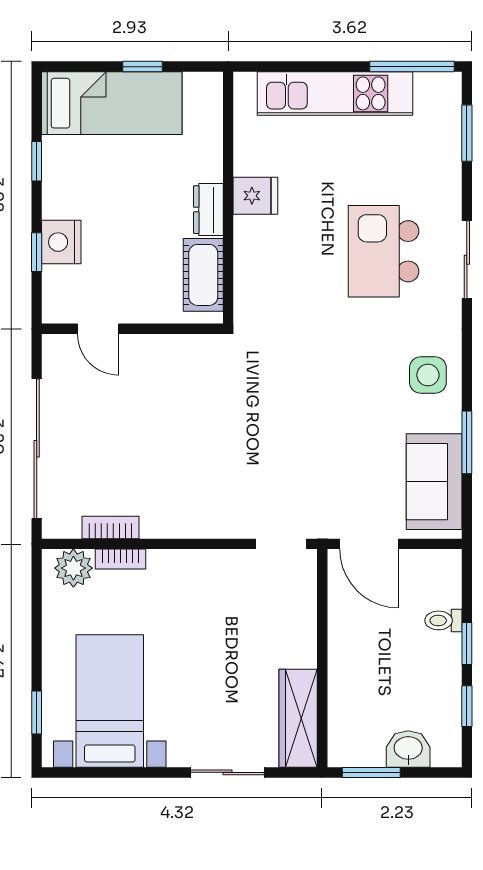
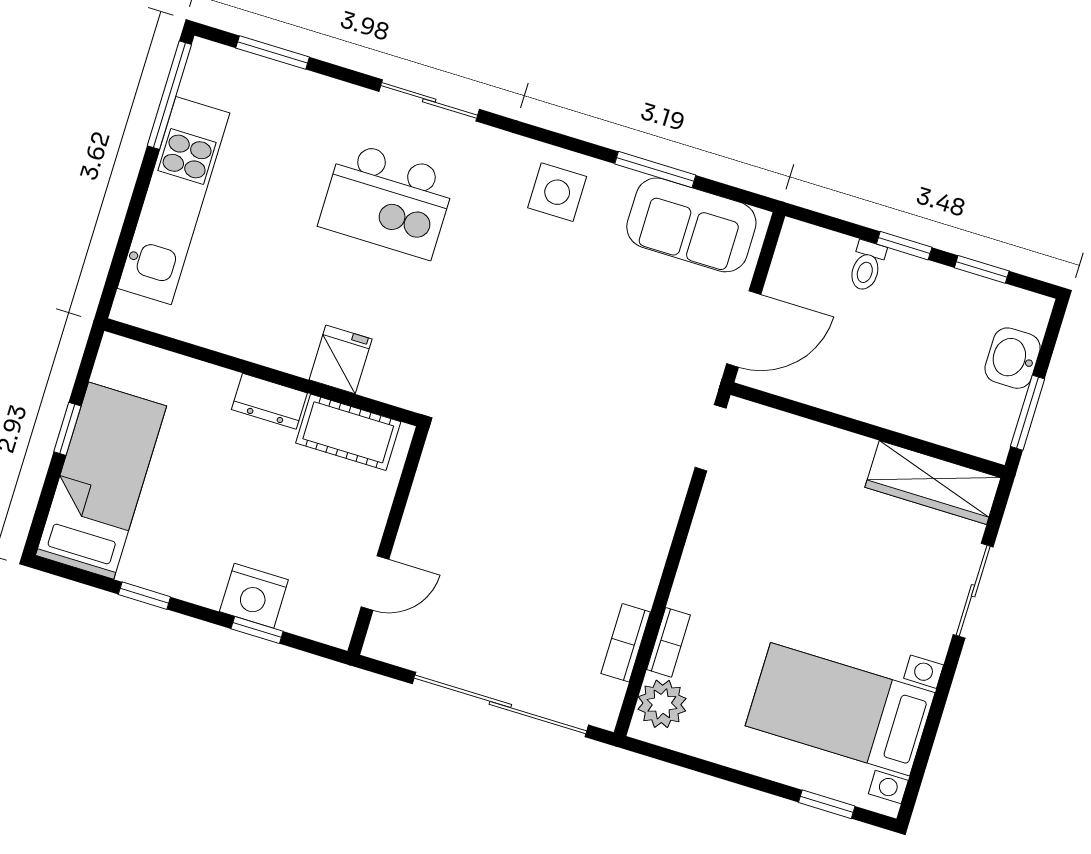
fridge: (255, 196) -> (341, 359), moved

